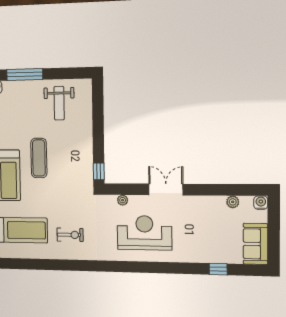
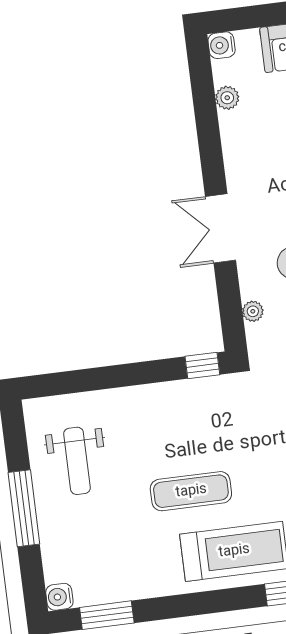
window: (25, 74) -> (24, 508), moved
weight bench: (59, 103) -> (77, 461), turned 90

